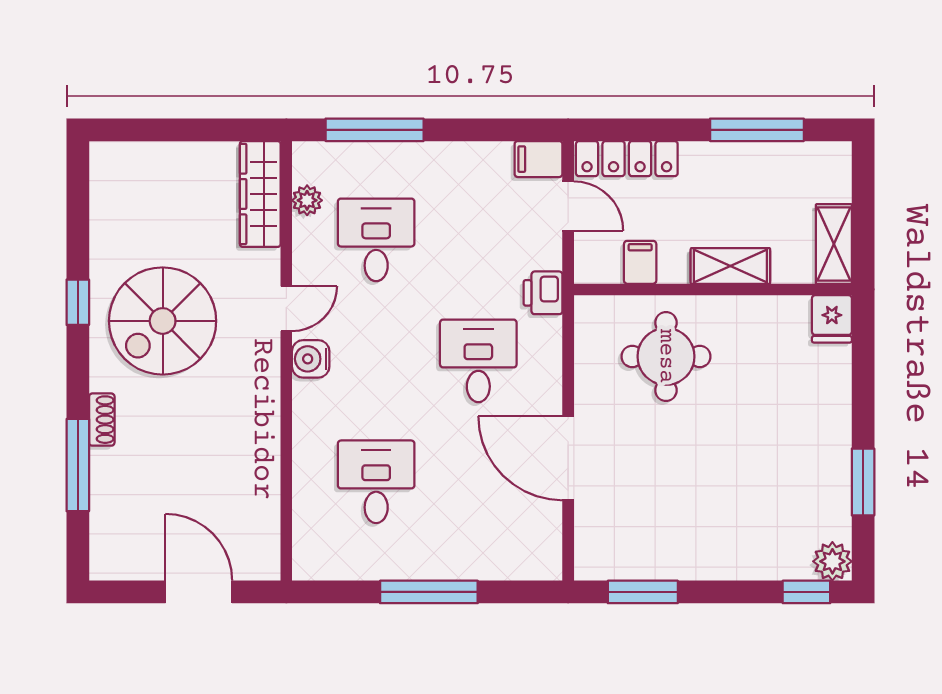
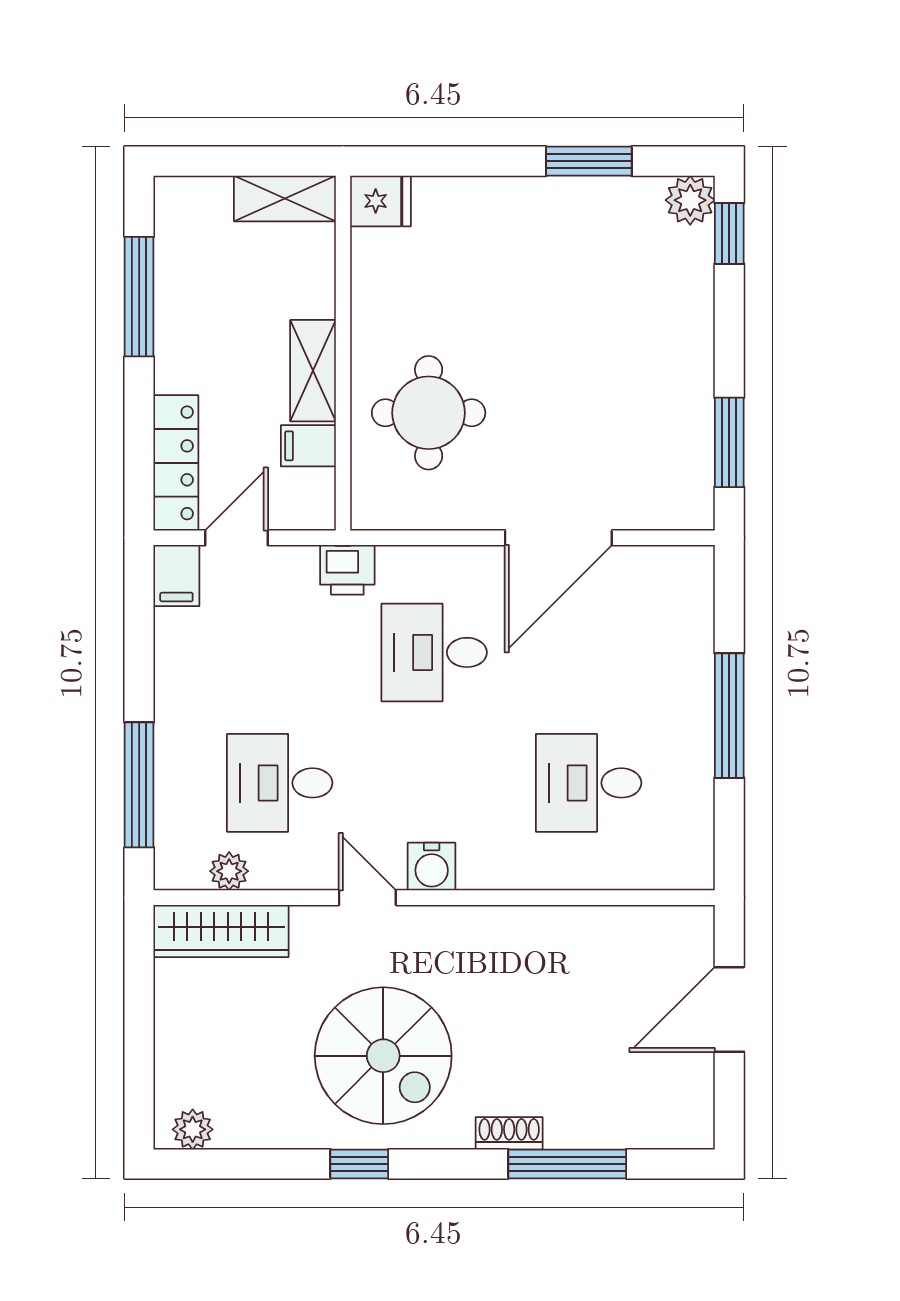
plant: (105, 172) -> (193, 1129), added
shelving: (730, 266) -> (313, 371), moved

